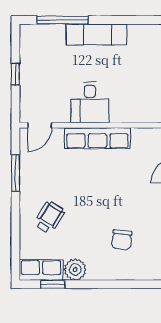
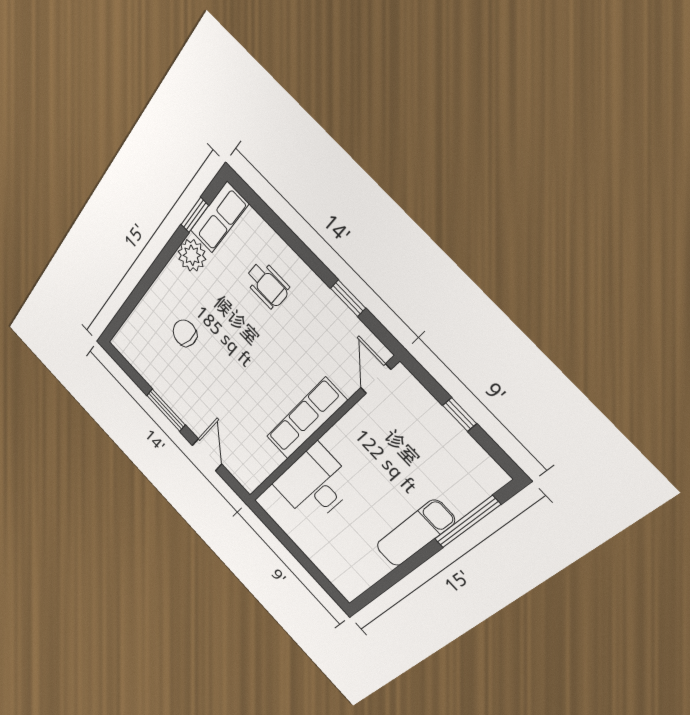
desk: (90, 102) -> (314, 484), moved, width x1.37
window: (15, 173) -> (348, 298), width x0.67
wheelchair: (49, 217) -> (267, 285), turned -32

